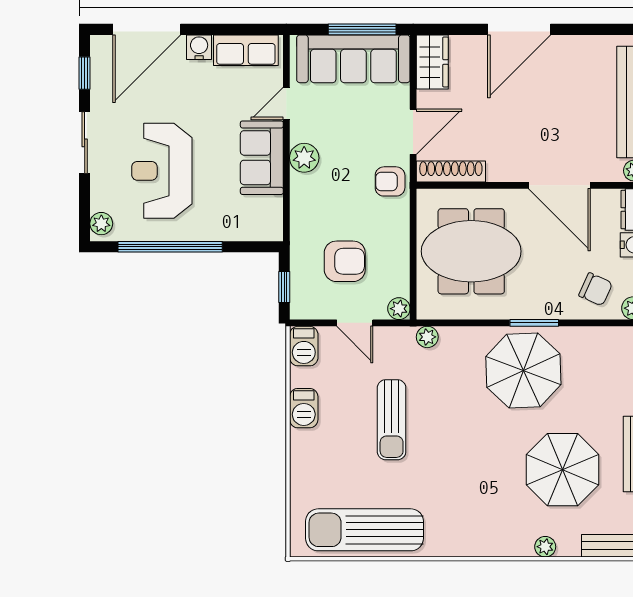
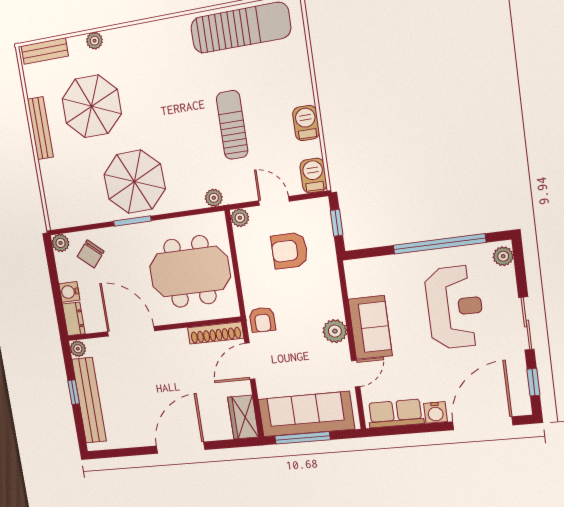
armchair: (390, 181) -> (262, 320), turned 90
chair: (596, 289) -> (91, 254), turned -73

